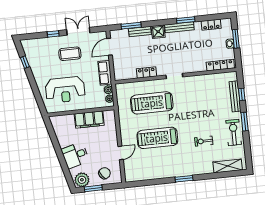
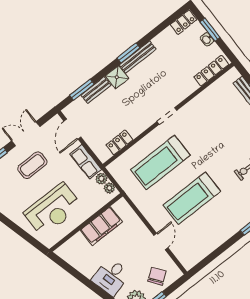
window: (186, 20) -> (128, 53), moved
locker: (211, 25) -> (184, 22), moved
locker: (146, 73) -> (119, 142), moved

